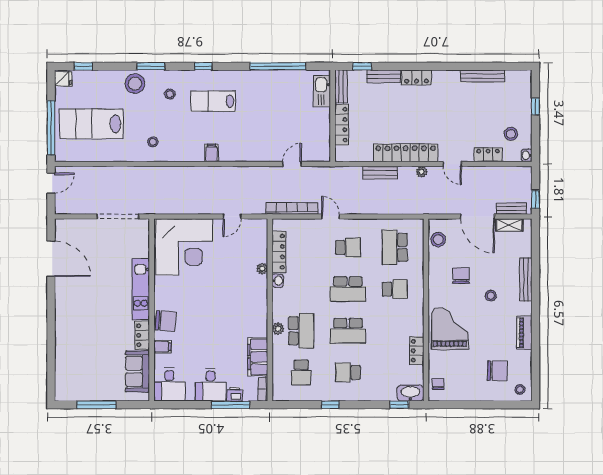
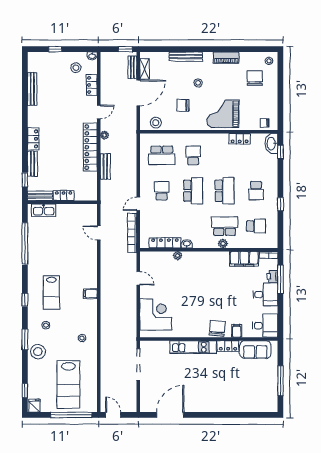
locker: (342, 125) -> (64, 196), width x0.66
corner desk: (184, 247) -> (156, 314), width x0.74, depth x0.74

